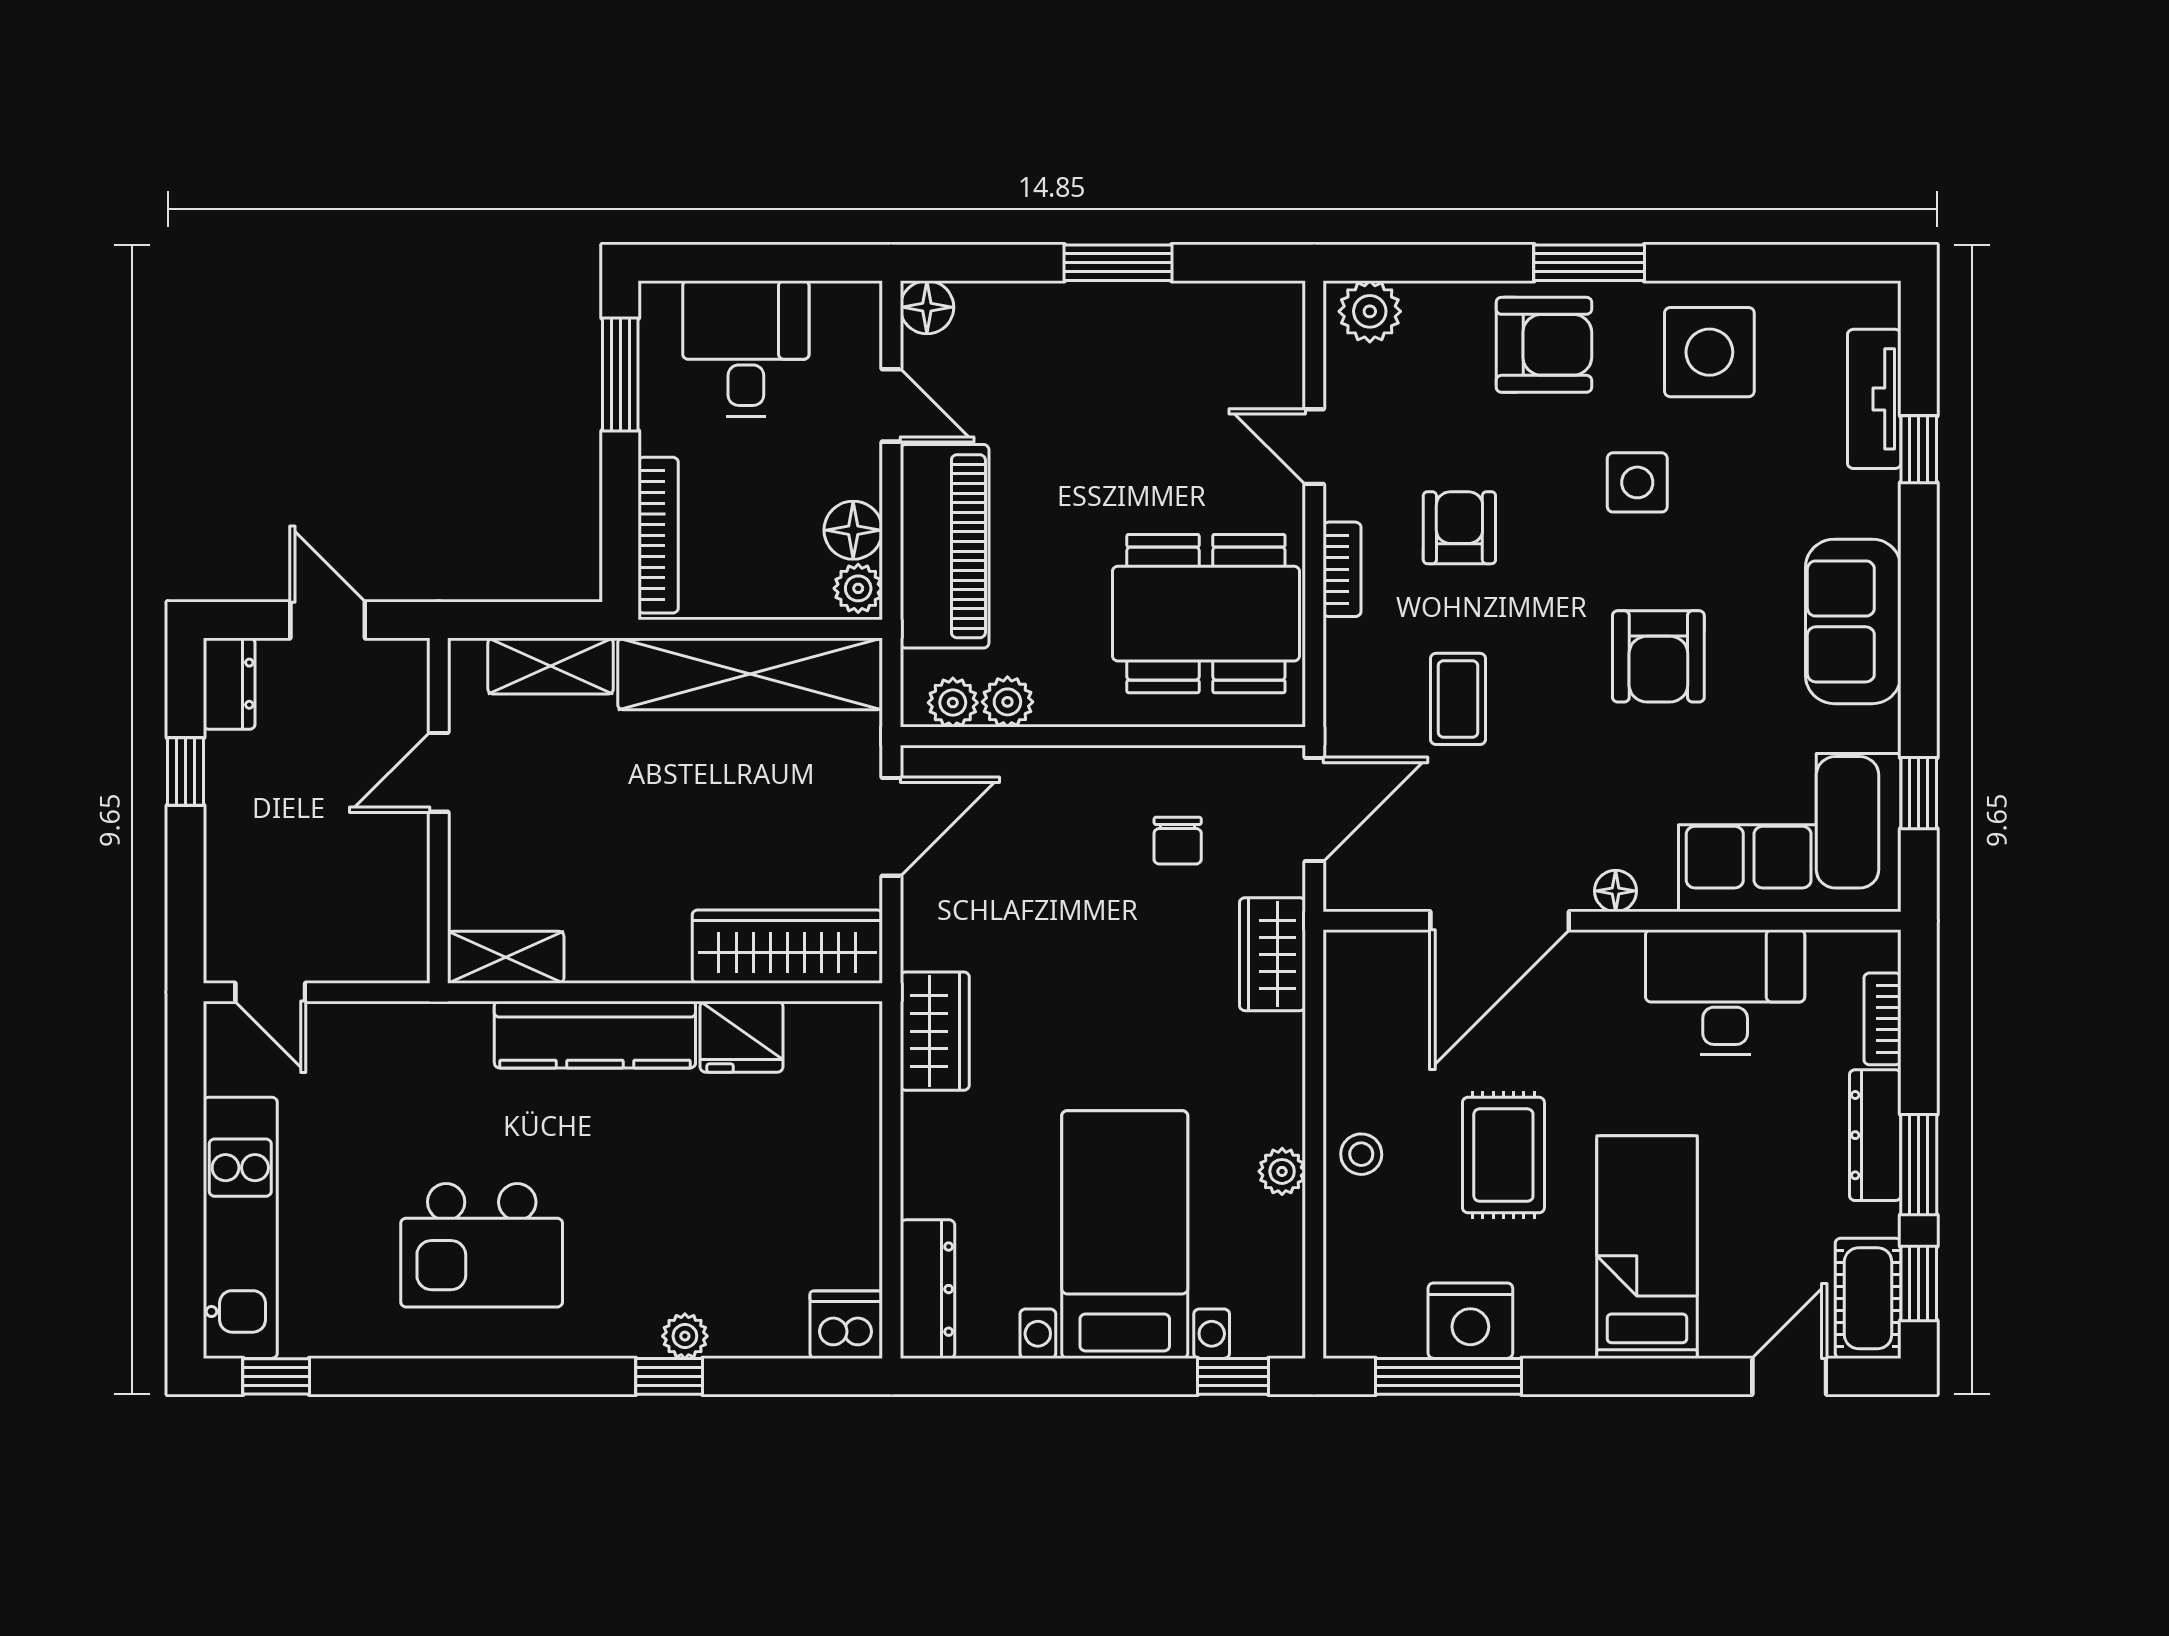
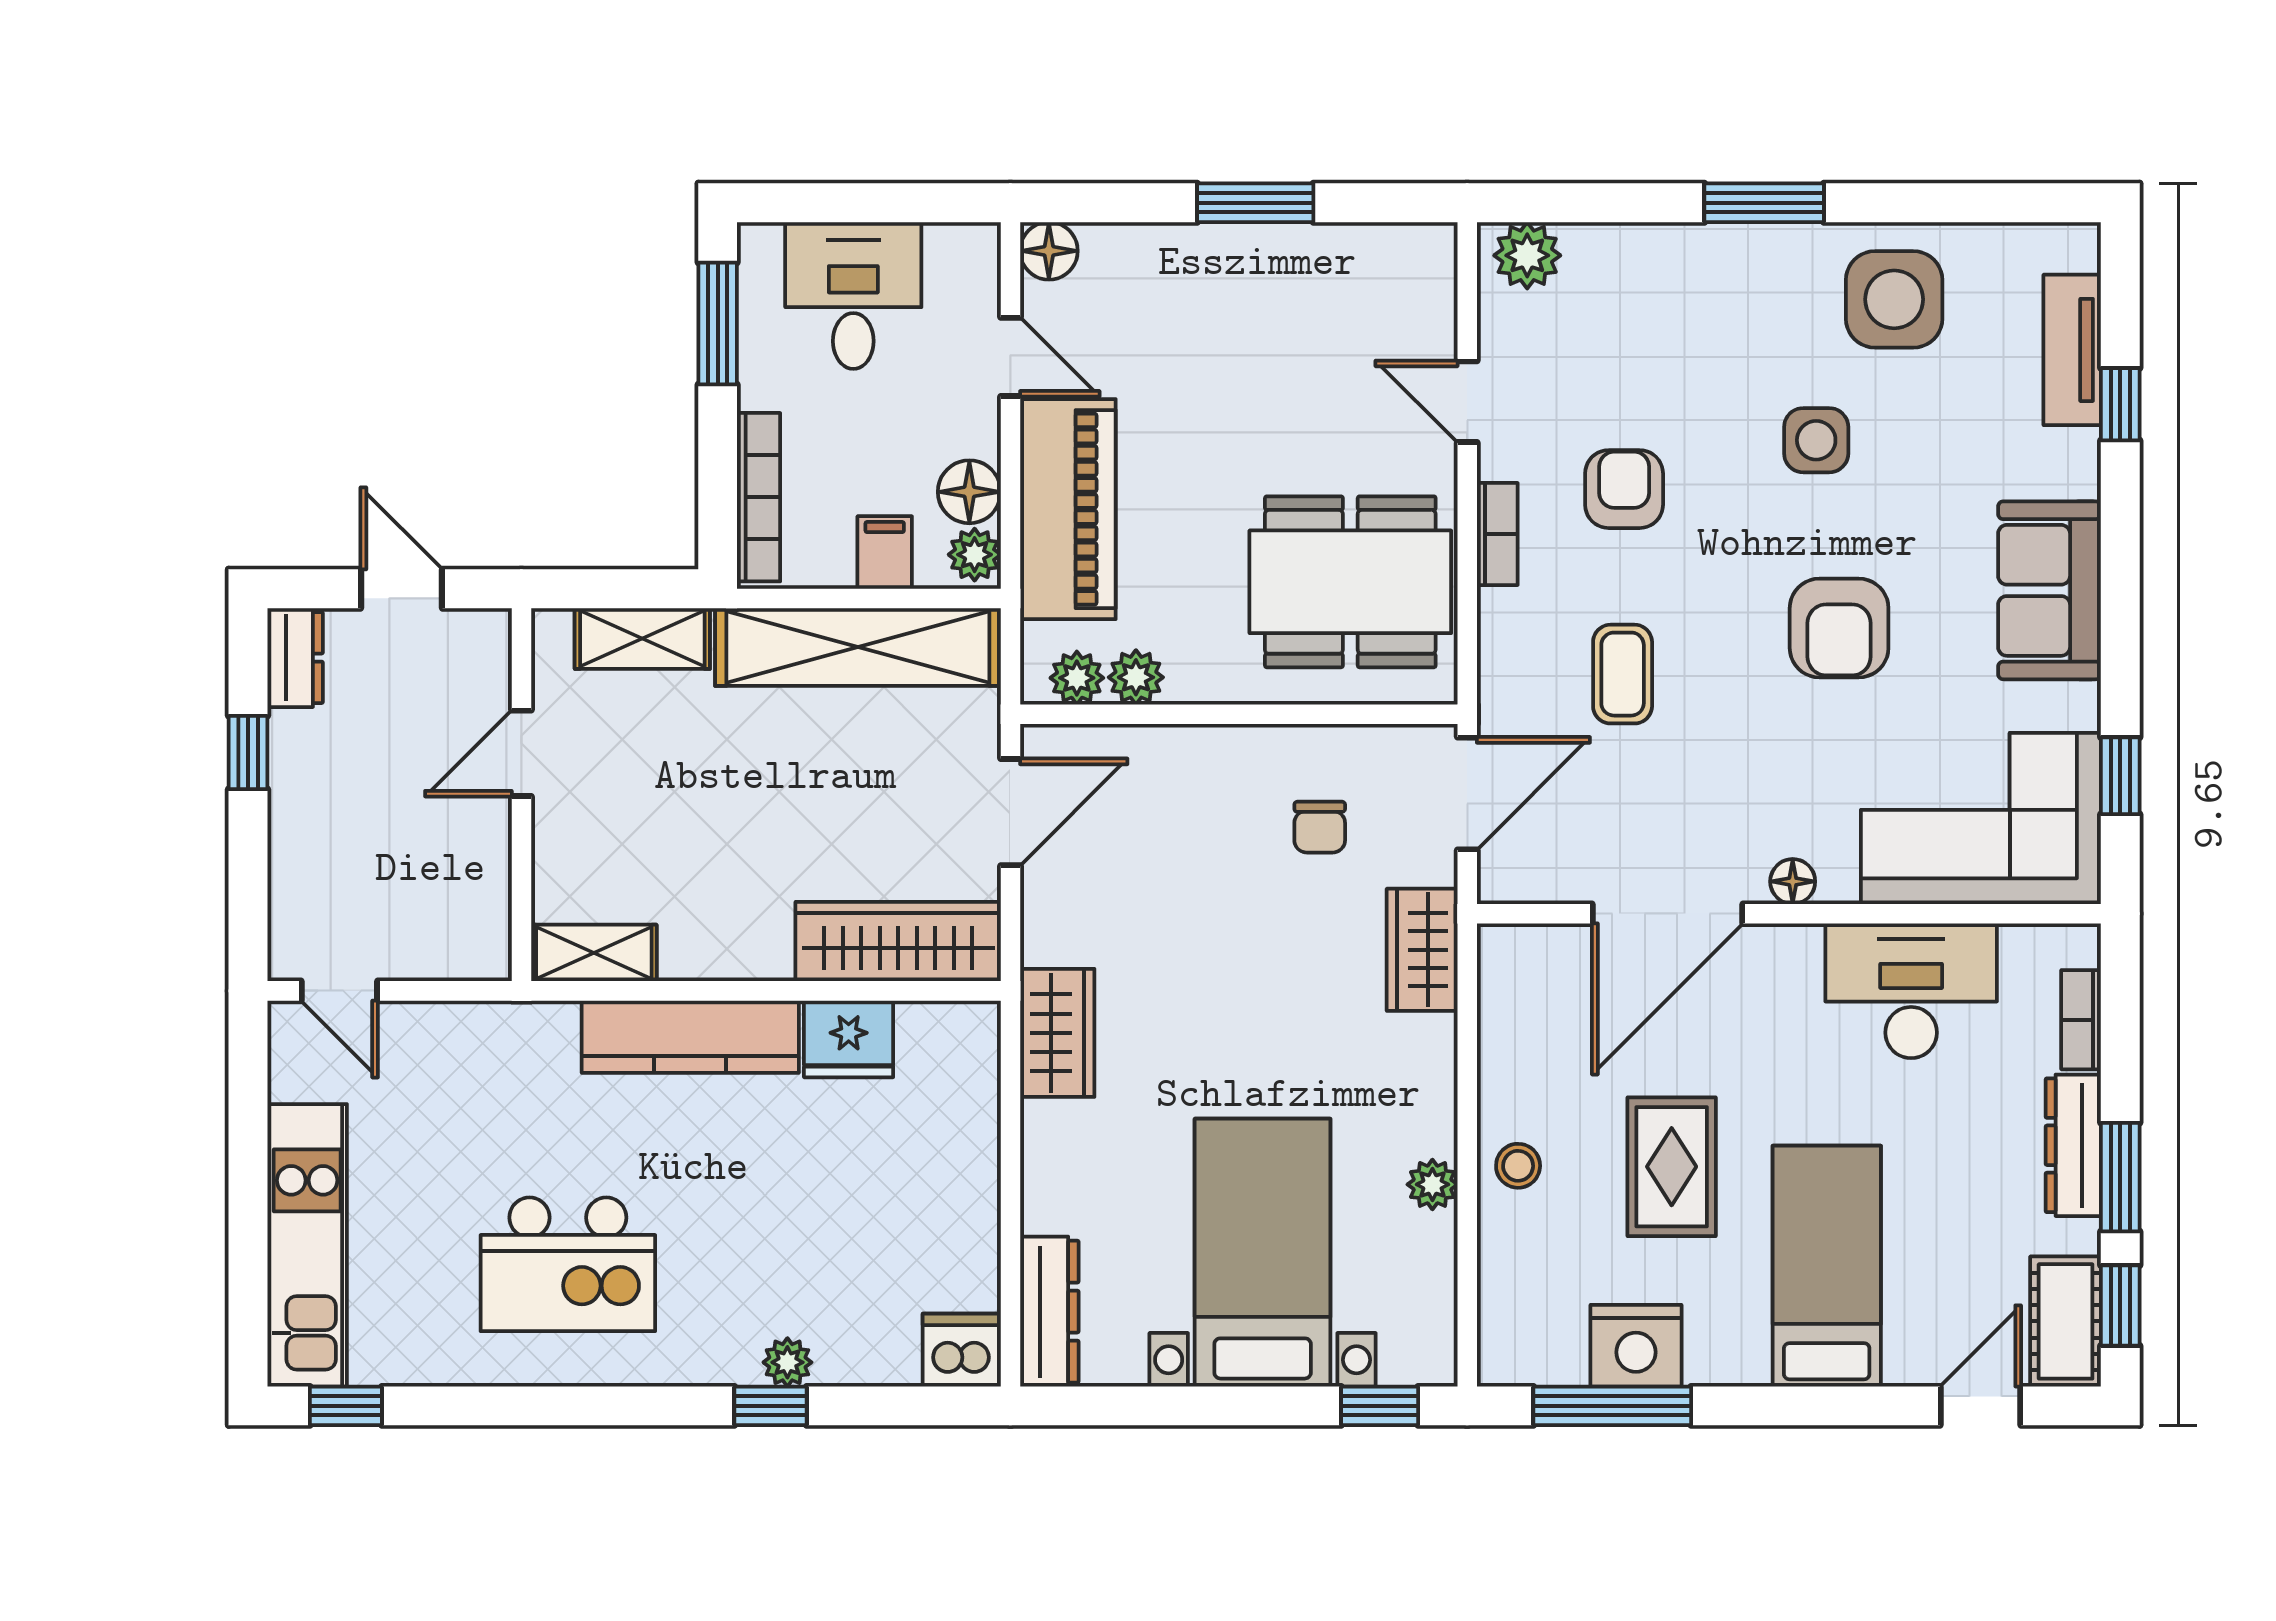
armchair: (1544, 345) -> (1715, 291), removed
filing cabinet: (775, 586) -> (885, 552), added

